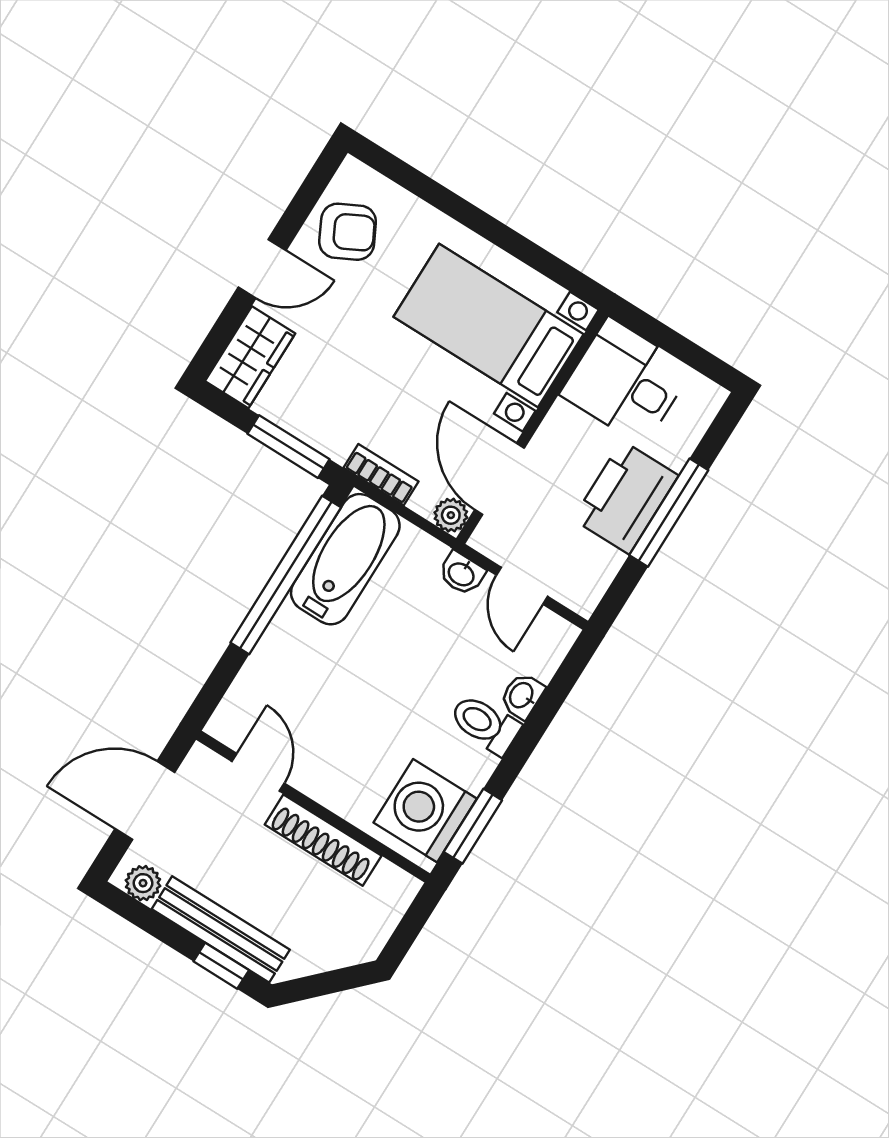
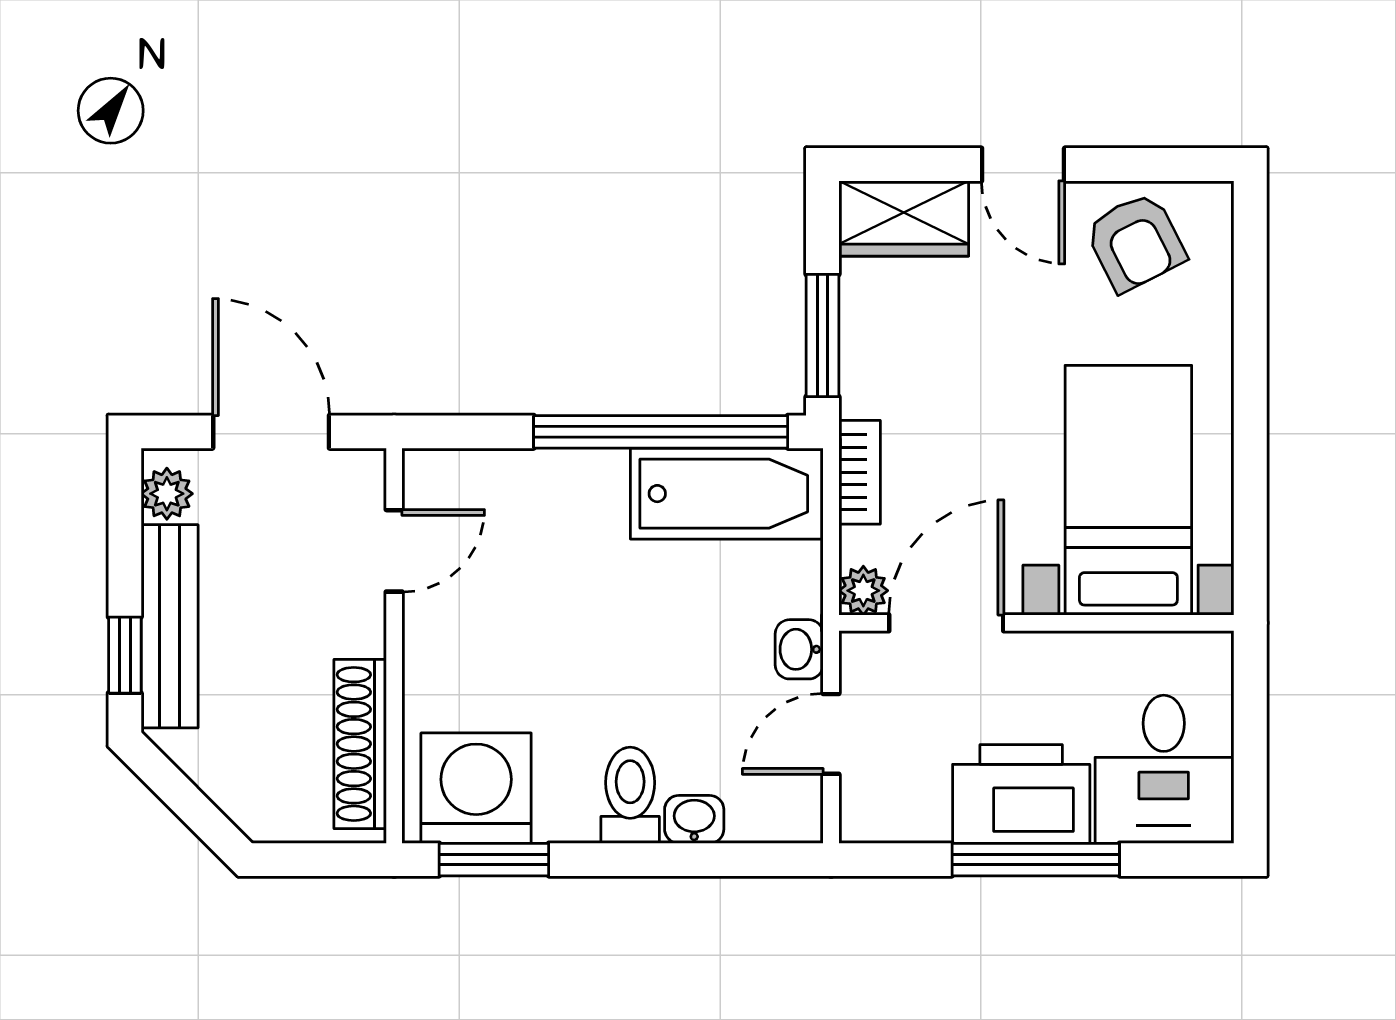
desk: (626, 382) -> (1164, 769), moved, turned 180
shoe rack: (323, 840) -> (360, 744), moved

